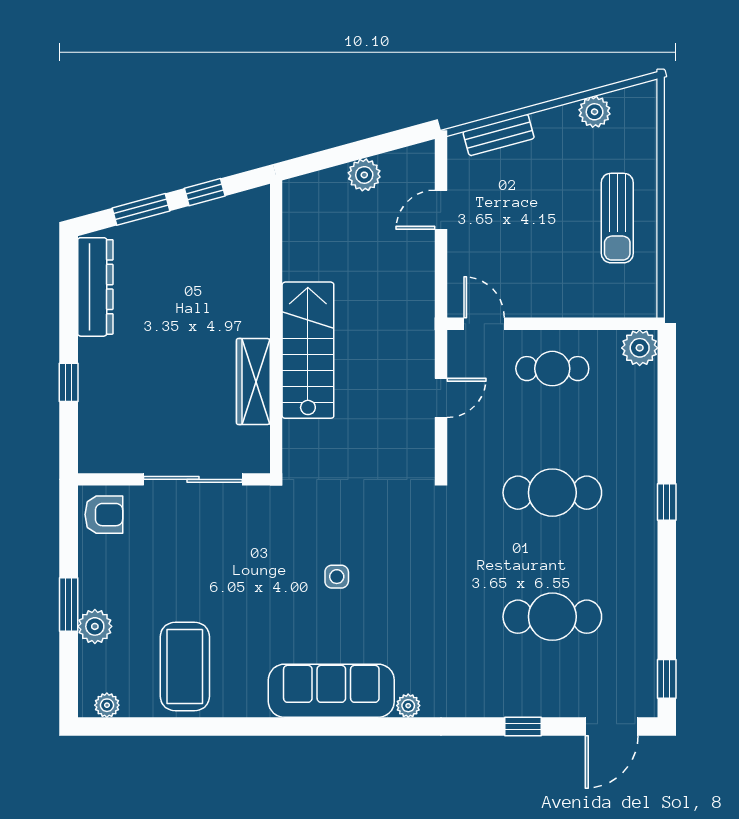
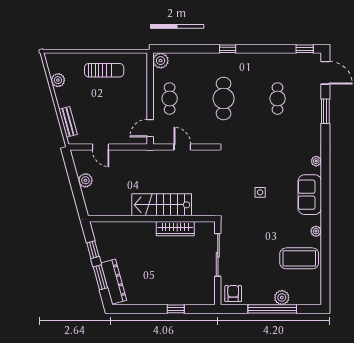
dresser: (95, 287) -> (114, 282), moved, turned 75
window: (69, 605) -> (272, 309), width x2.11
cafe table: (552, 617) -> (278, 99), width x0.73, depth x0.74
sofa: (331, 691) -> (310, 195), width x0.73
plant: (107, 705) -> (316, 231), moved
window: (523, 727) -> (325, 111), width x1.50

